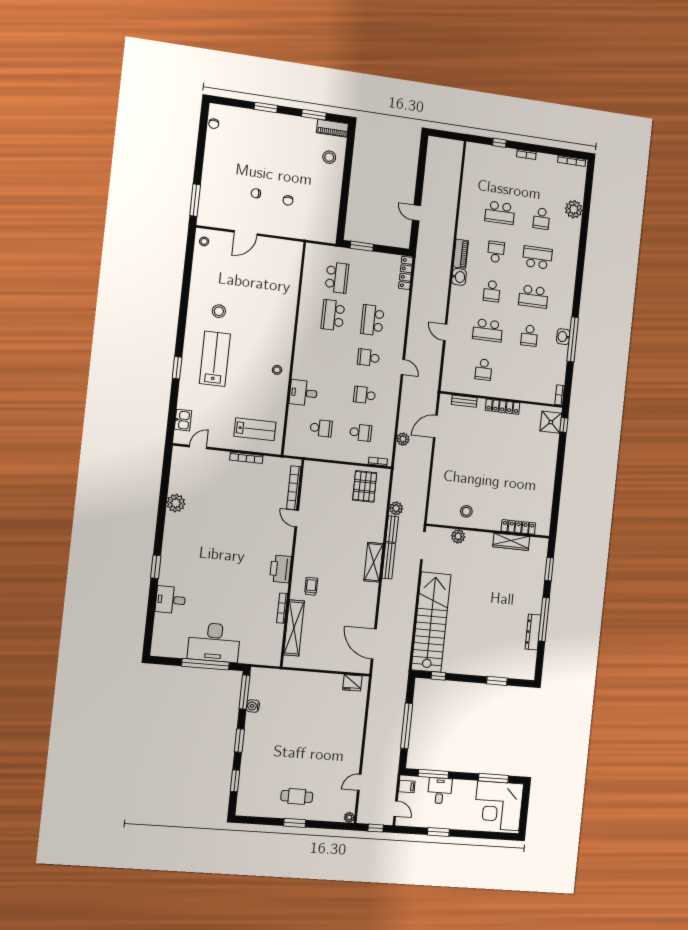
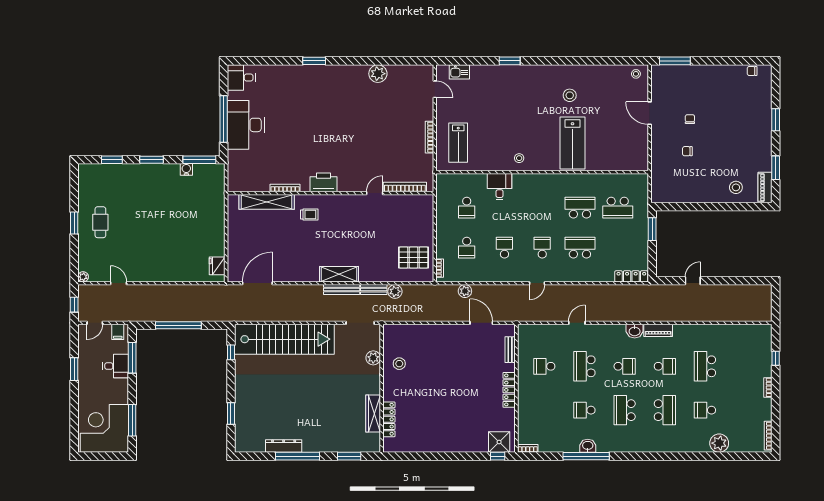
school desk: (492, 291) -> (625, 366), turned 180
lab bench: (215, 359) -> (573, 143), moved, turned 90
desk: (171, 600) -> (241, 77), moved, turned -90

